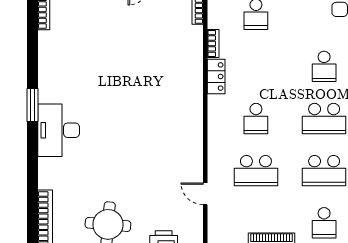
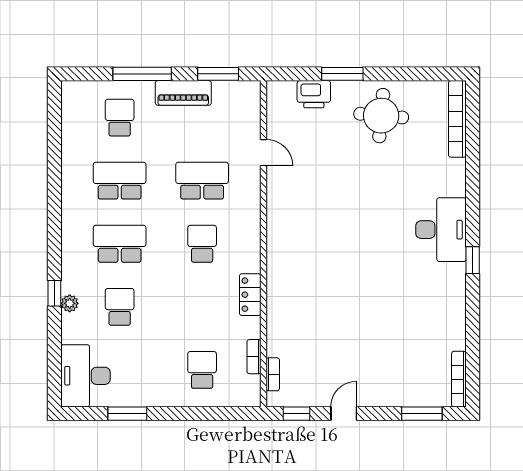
bookcase: (213, 43) -> (254, 357), moved
window: (32, 105) -> (473, 260), width x0.67

